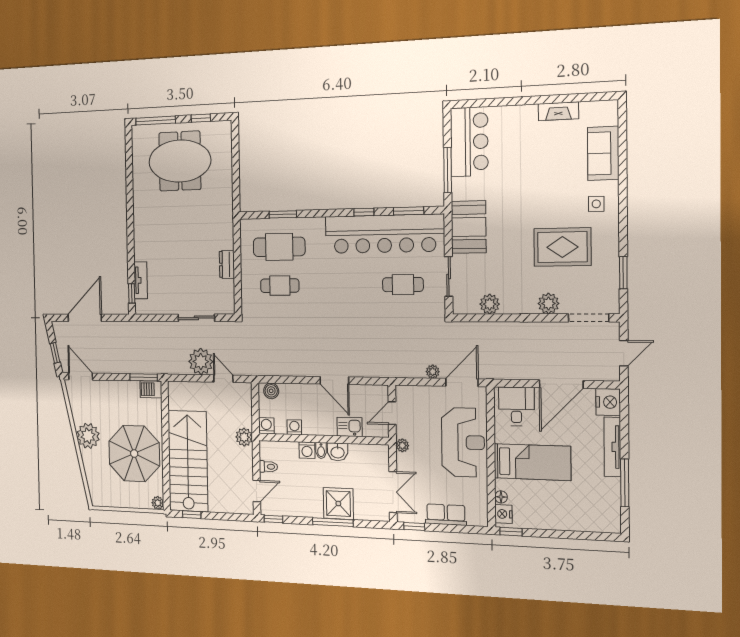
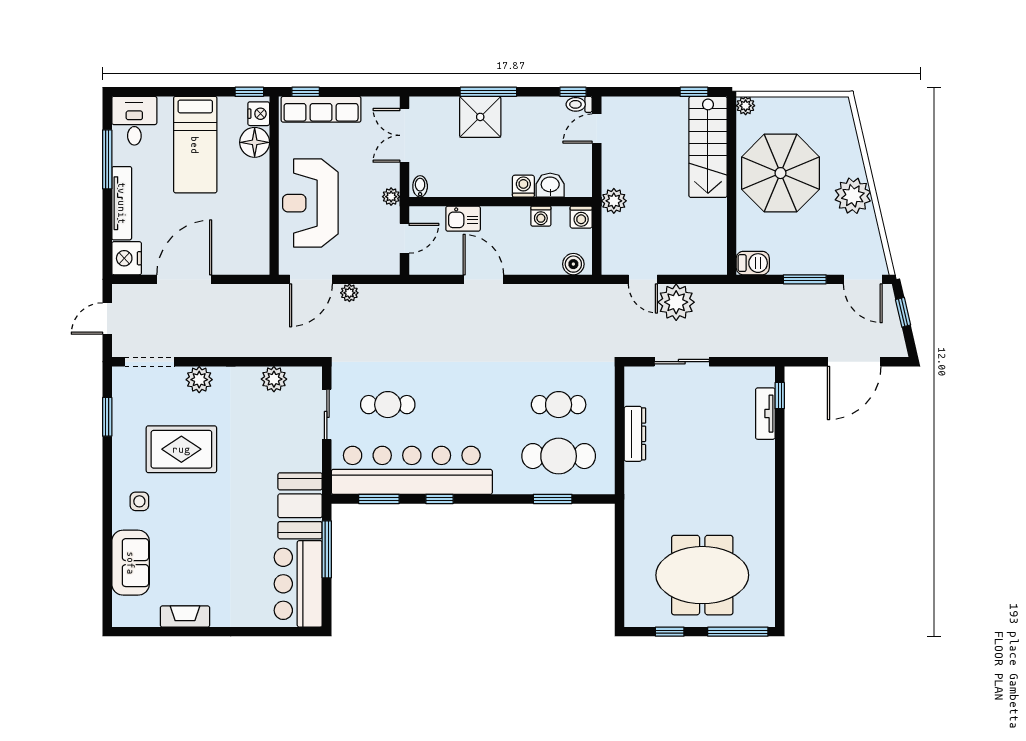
booth: (469, 227) -> (300, 506), moved
dresser: (227, 264) -> (635, 434), width x1.44
window: (144, 377) -> (805, 279), moved
desk: (516, 406) -> (134, 121), moved, turned 180
bidet: (321, 450) -> (420, 186), moved
washbasin: (338, 452) -> (550, 185), moved
stairs: (188, 461) -> (708, 147), width x0.73, depth x0.66
bed: (532, 462) -> (195, 145), moved, turned -90
toilet: (268, 467) -> (579, 104), moved
floor lamp: (501, 497) -> (255, 142), width x1.89, depth x1.89
row of seats: (446, 515) -> (321, 109), width x1.48
window: (414, 526) -> (306, 92), moved

